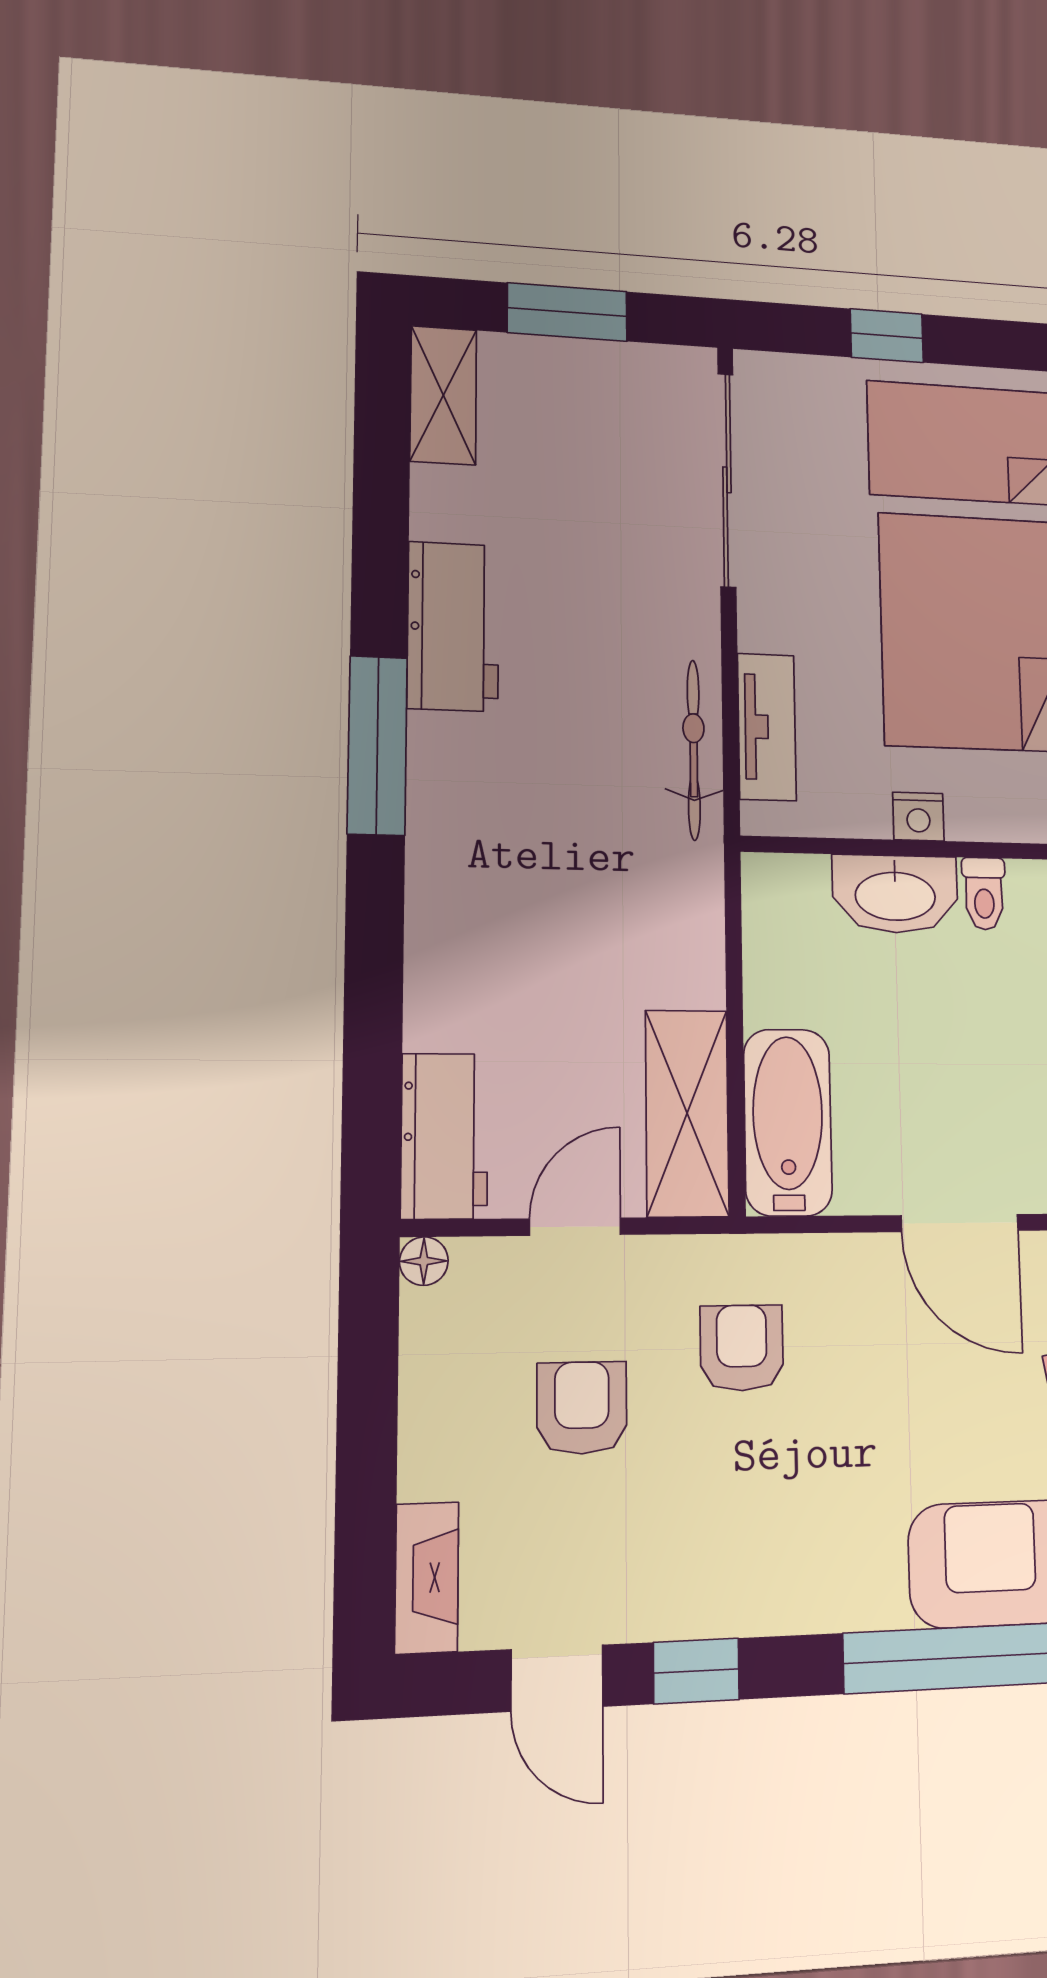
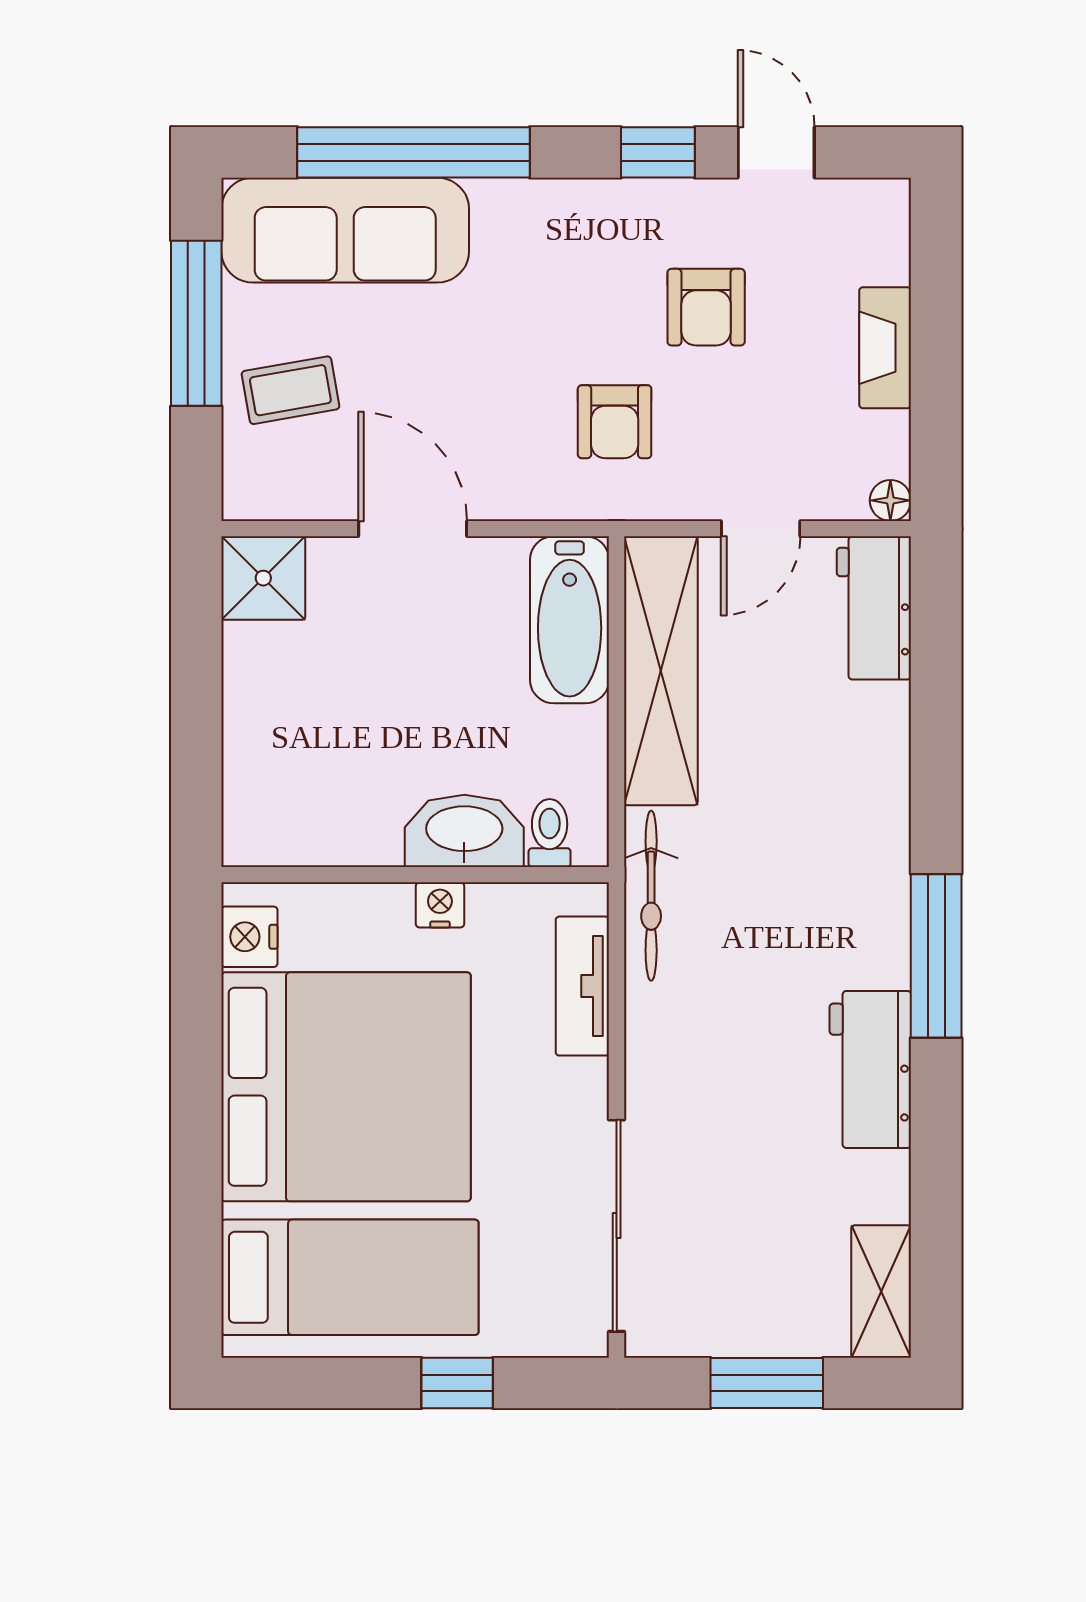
bicycle: (694, 750) -> (651, 896), moved
toilet: (984, 894) -> (550, 833), moved
shelving: (687, 1113) -> (661, 671), width x1.47
armchair: (582, 1408) -> (706, 307), moved
fireplace: (427, 1578) -> (885, 348), moved

